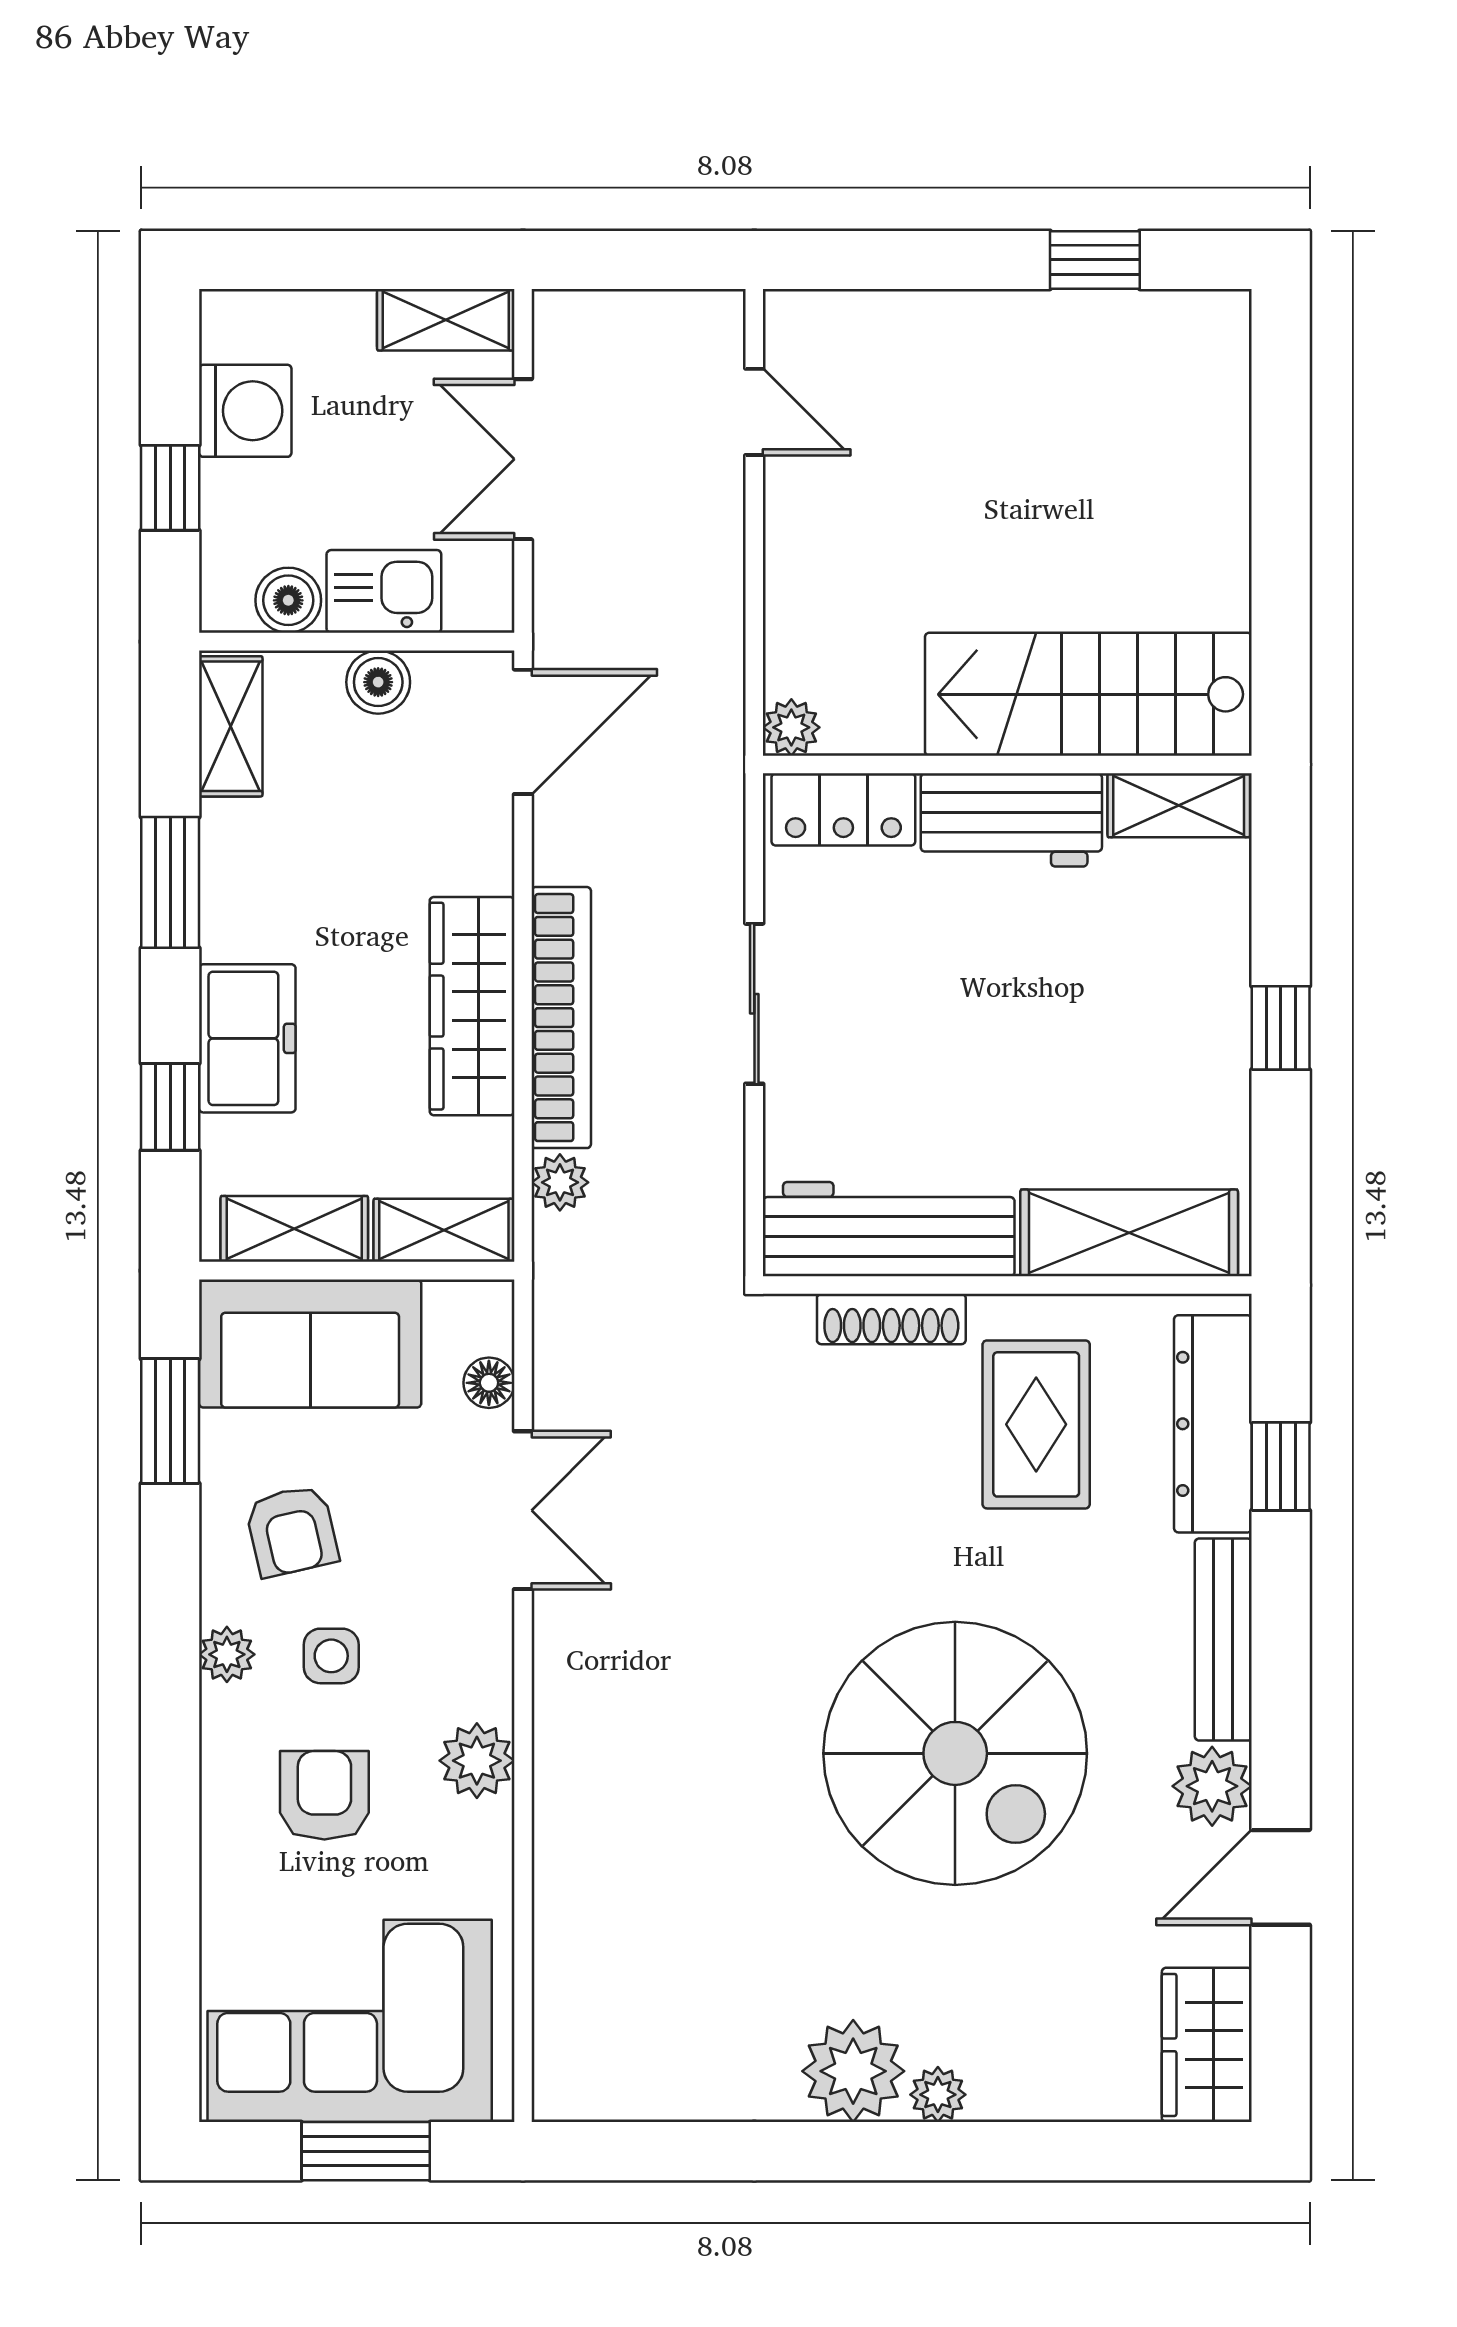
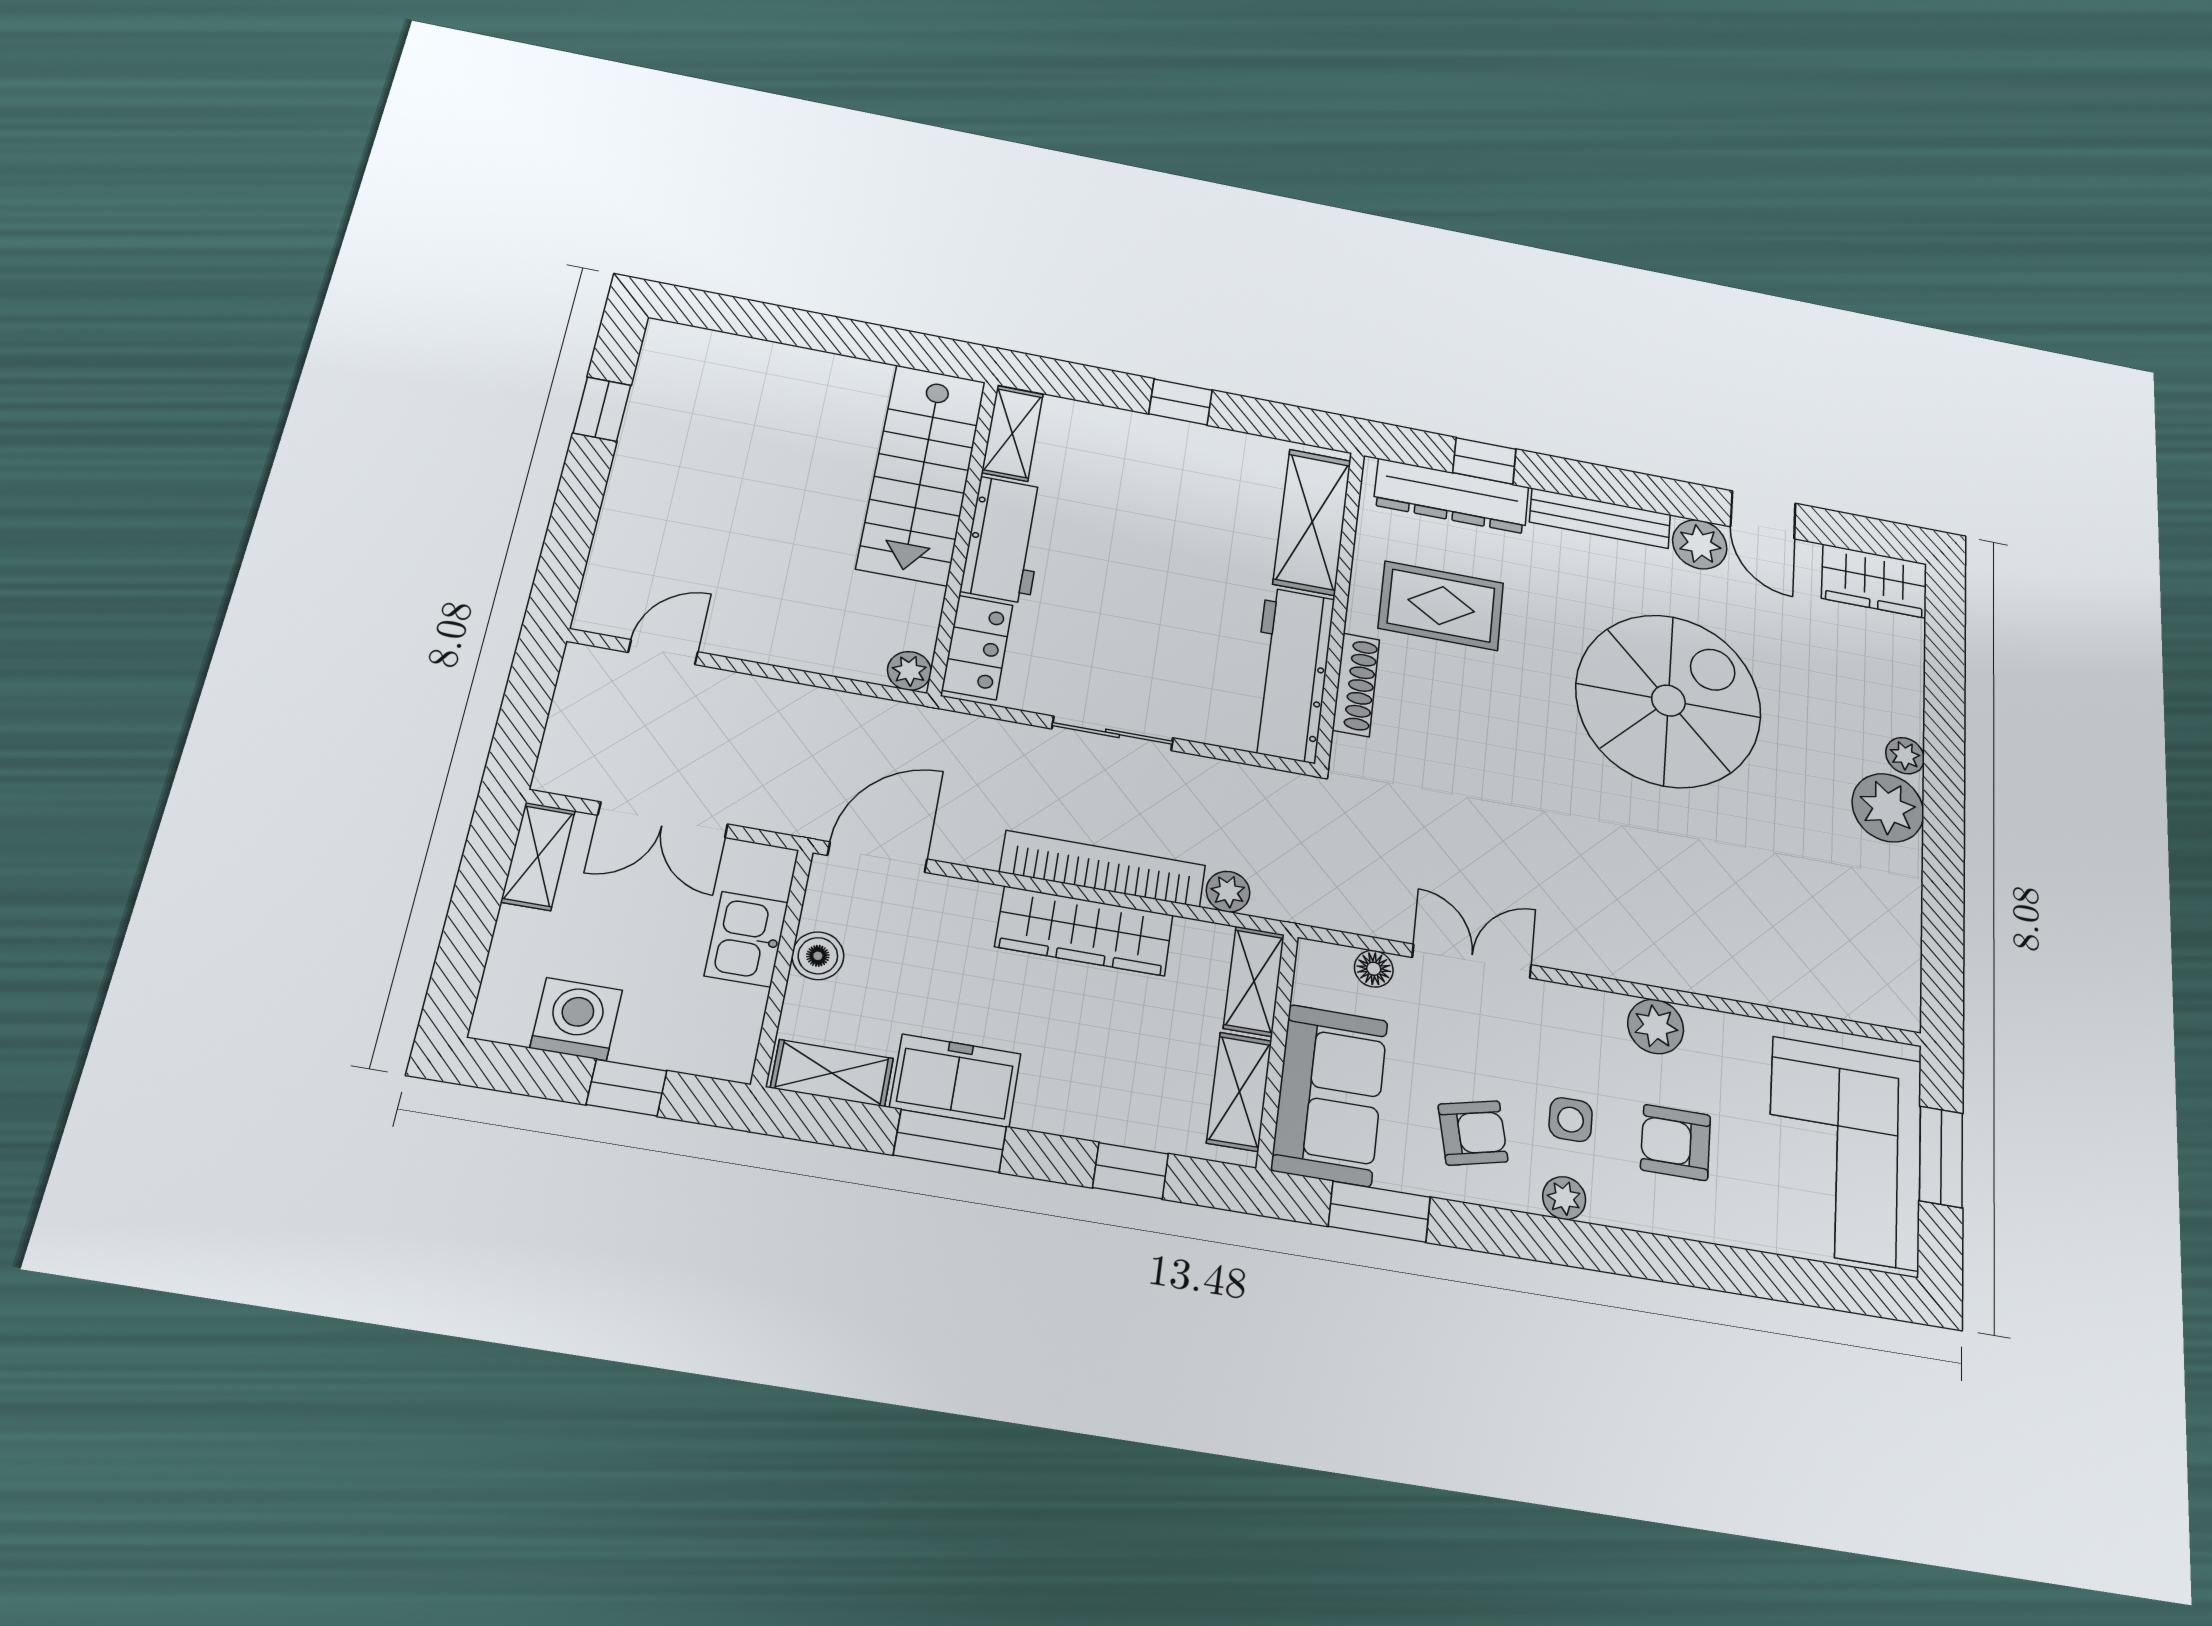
boiler: (288, 600) -> (738, 1012), removed
door: (523, 732) -> (877, 857), hinge flipped
freezer: (247, 1038) -> (955, 1081), moved

